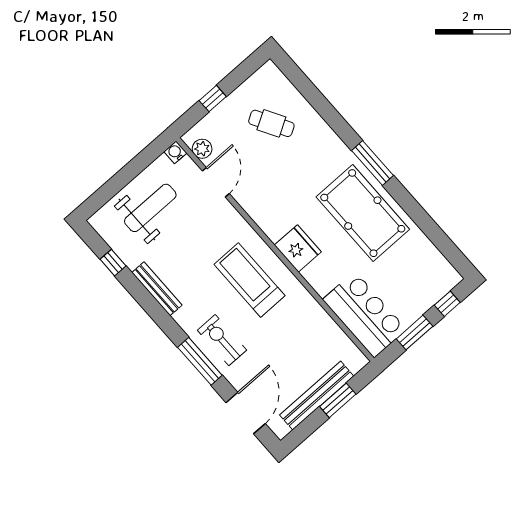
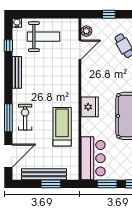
water cooler: (175, 152) -> (17, 23), moved
treadmill: (250, 280) -> (62, 127), moved

